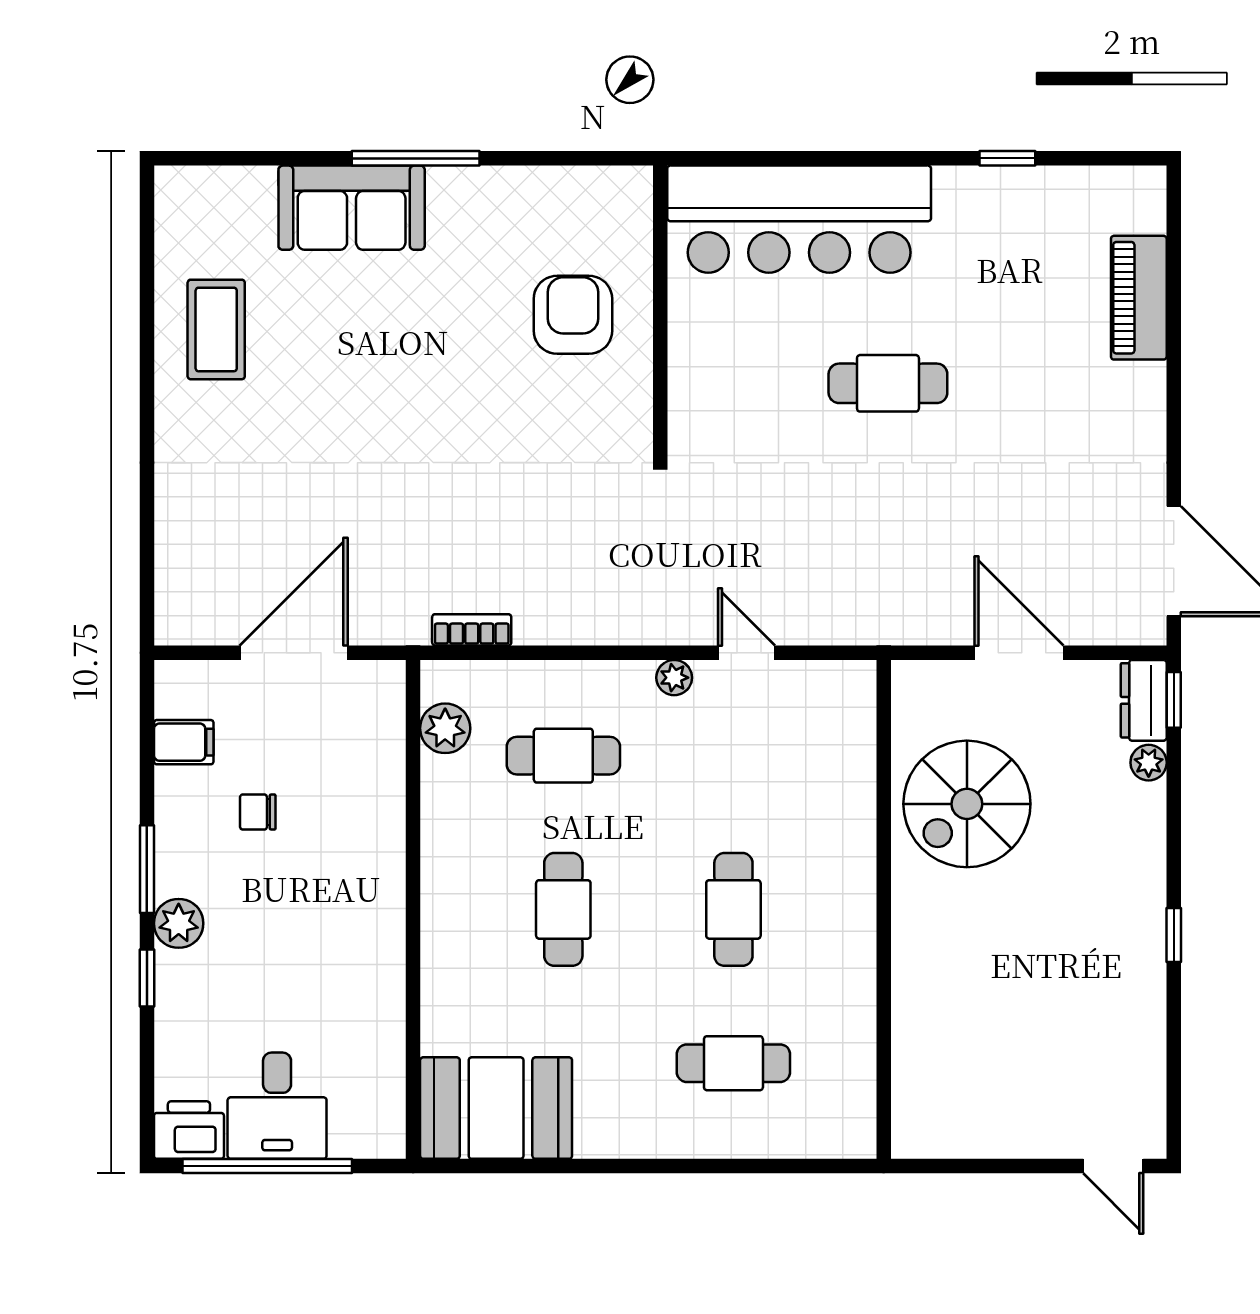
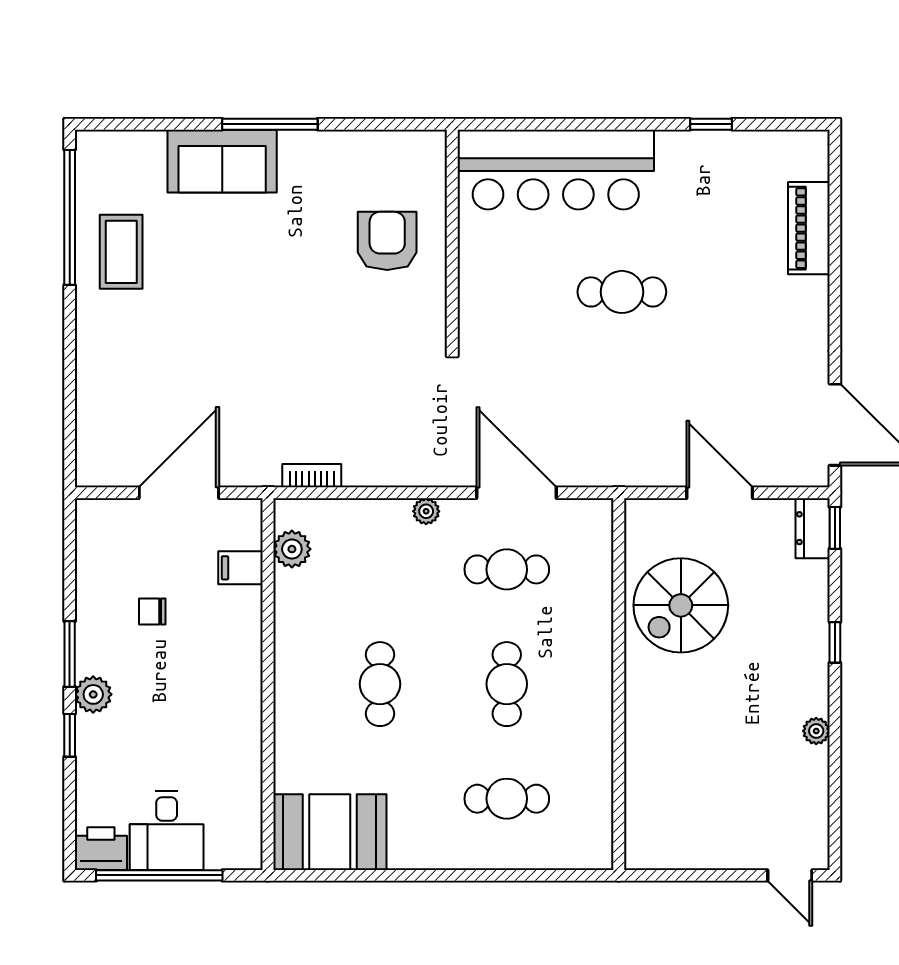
window: (147, 283) -> (70, 217), added
door: (747, 653) -> (517, 493), width x1.87
plant: (674, 678) -> (426, 511), moved
filing cabinet: (184, 742) -> (241, 568), moved, turned 180
cafe table: (563, 756) -> (507, 569), moved
plant: (1149, 763) -> (816, 731), moved
window: (1174, 935) -> (835, 642), moved

